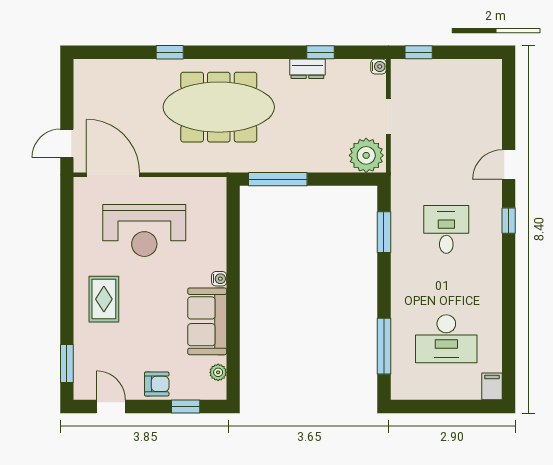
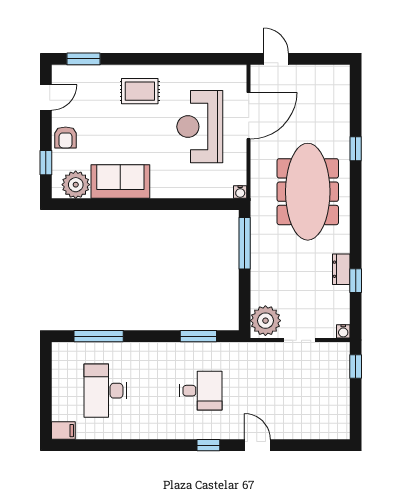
door: (113, 175) -> (249, 116), moved
water cooler: (219, 279) -> (240, 192), moved
plant: (218, 372) -> (76, 185), width x1.88, depth x1.88

